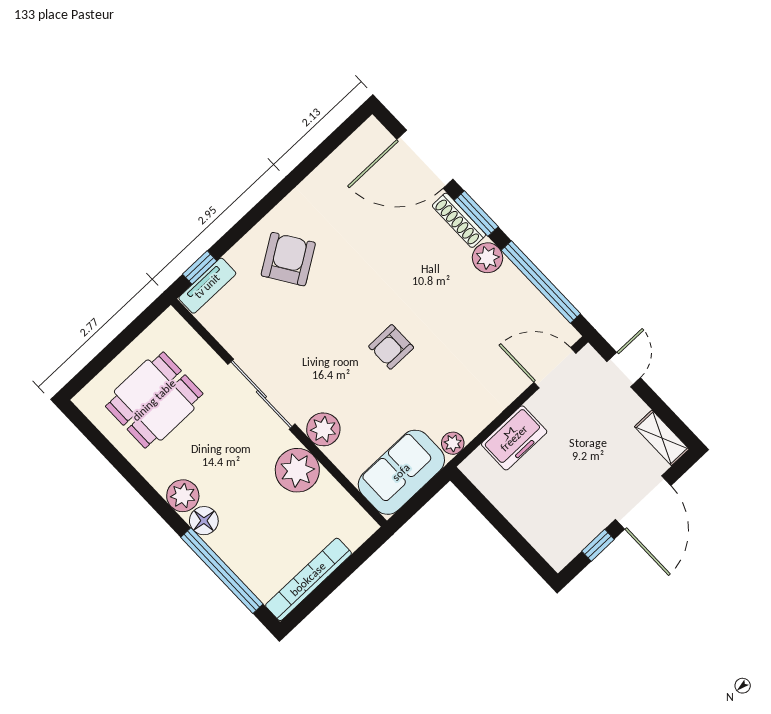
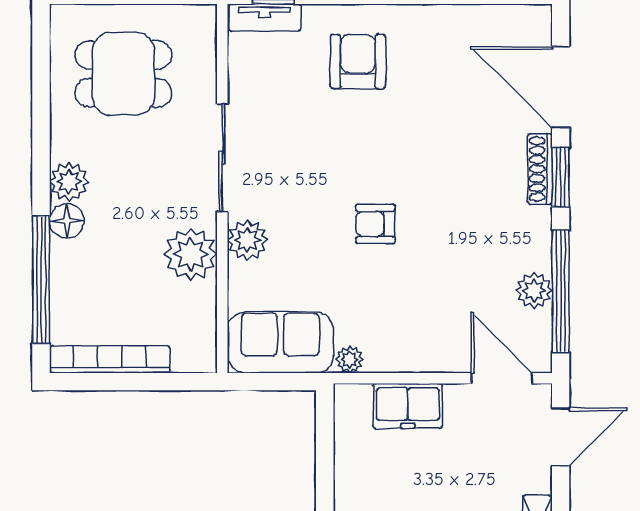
plant: (488, 258) -> (534, 290), moved
armchair: (288, 259) -> (358, 61), turned -57
door: (624, 370) -> (561, 437), width x1.38

